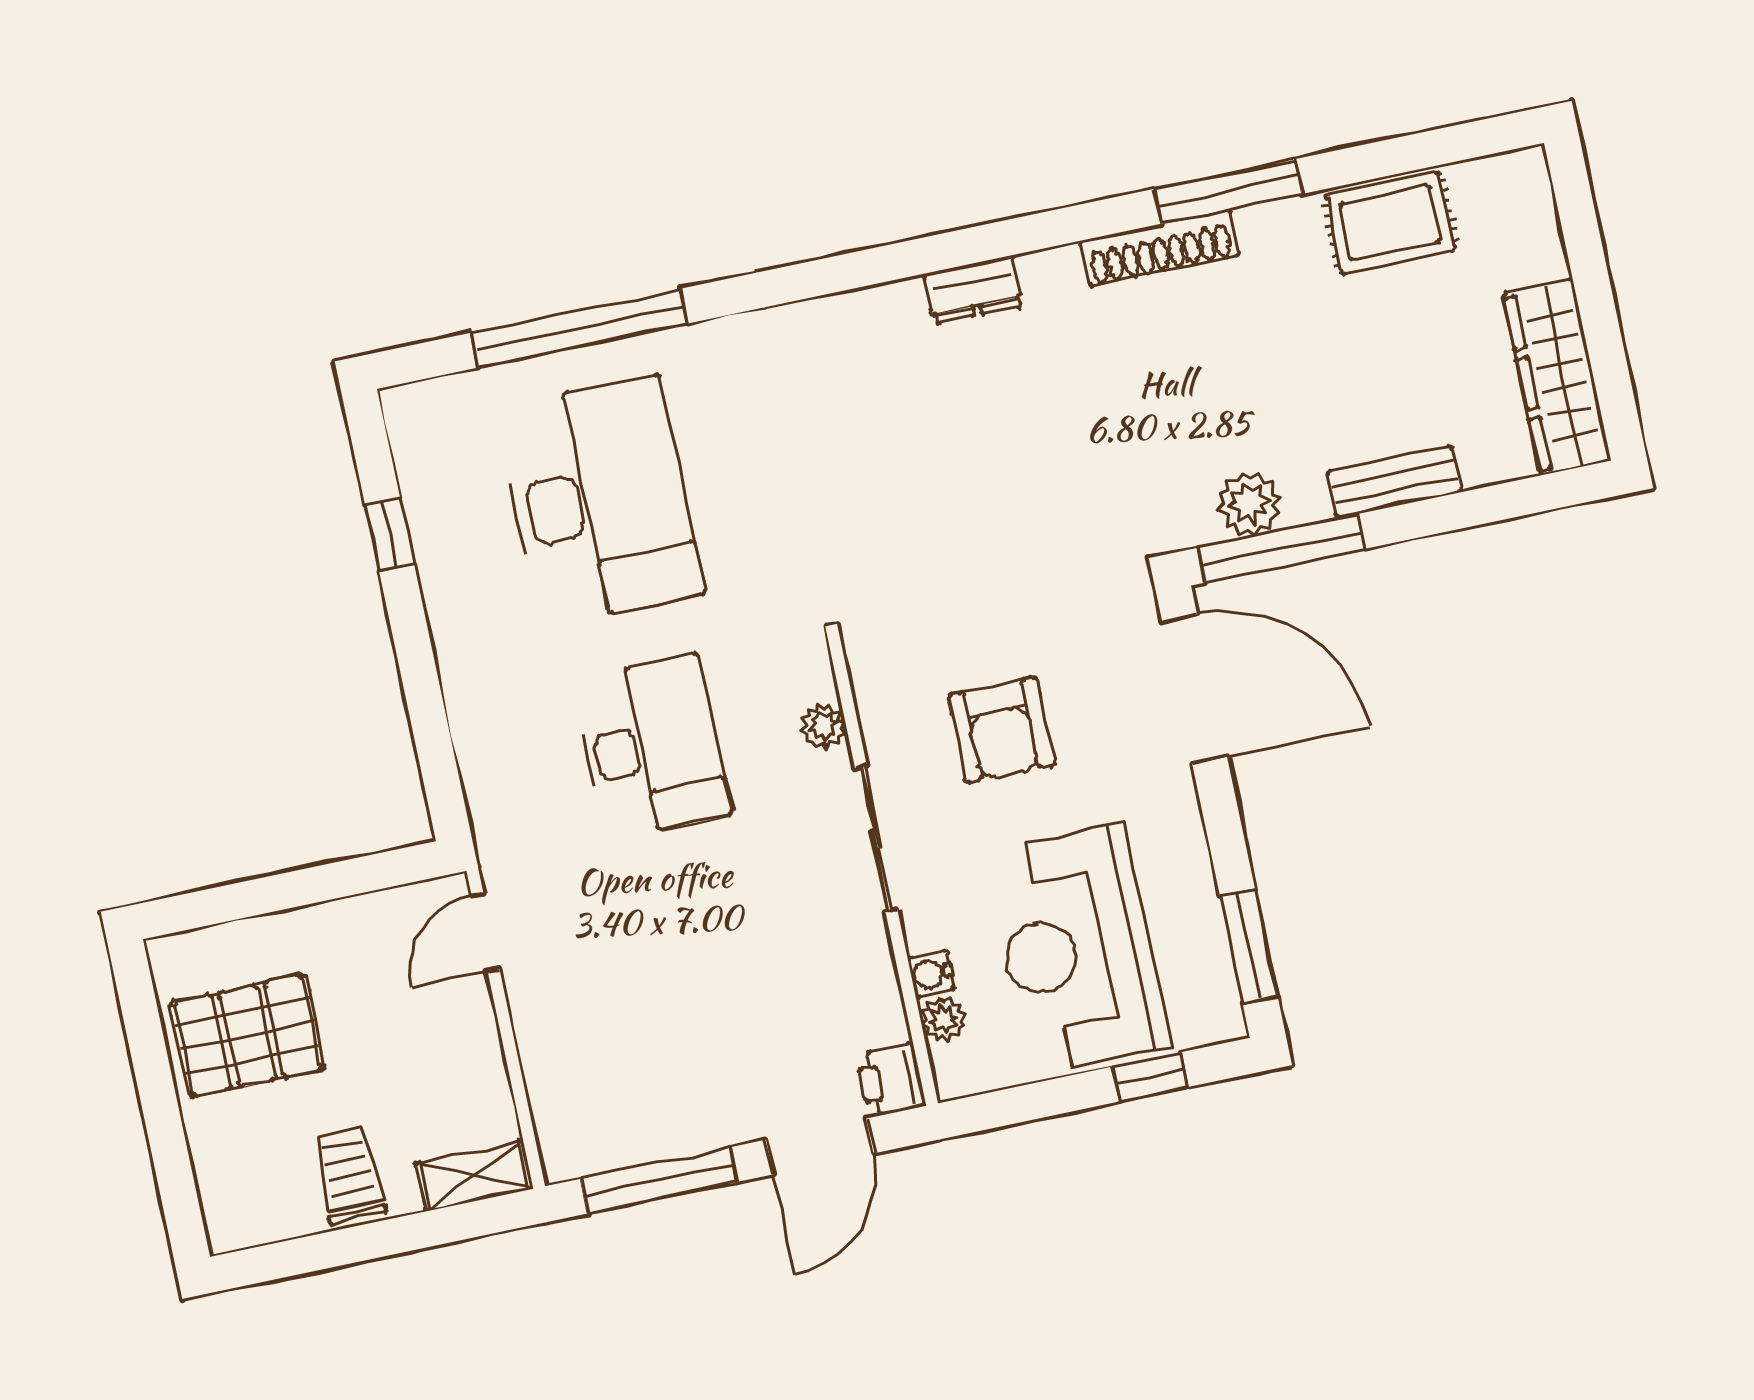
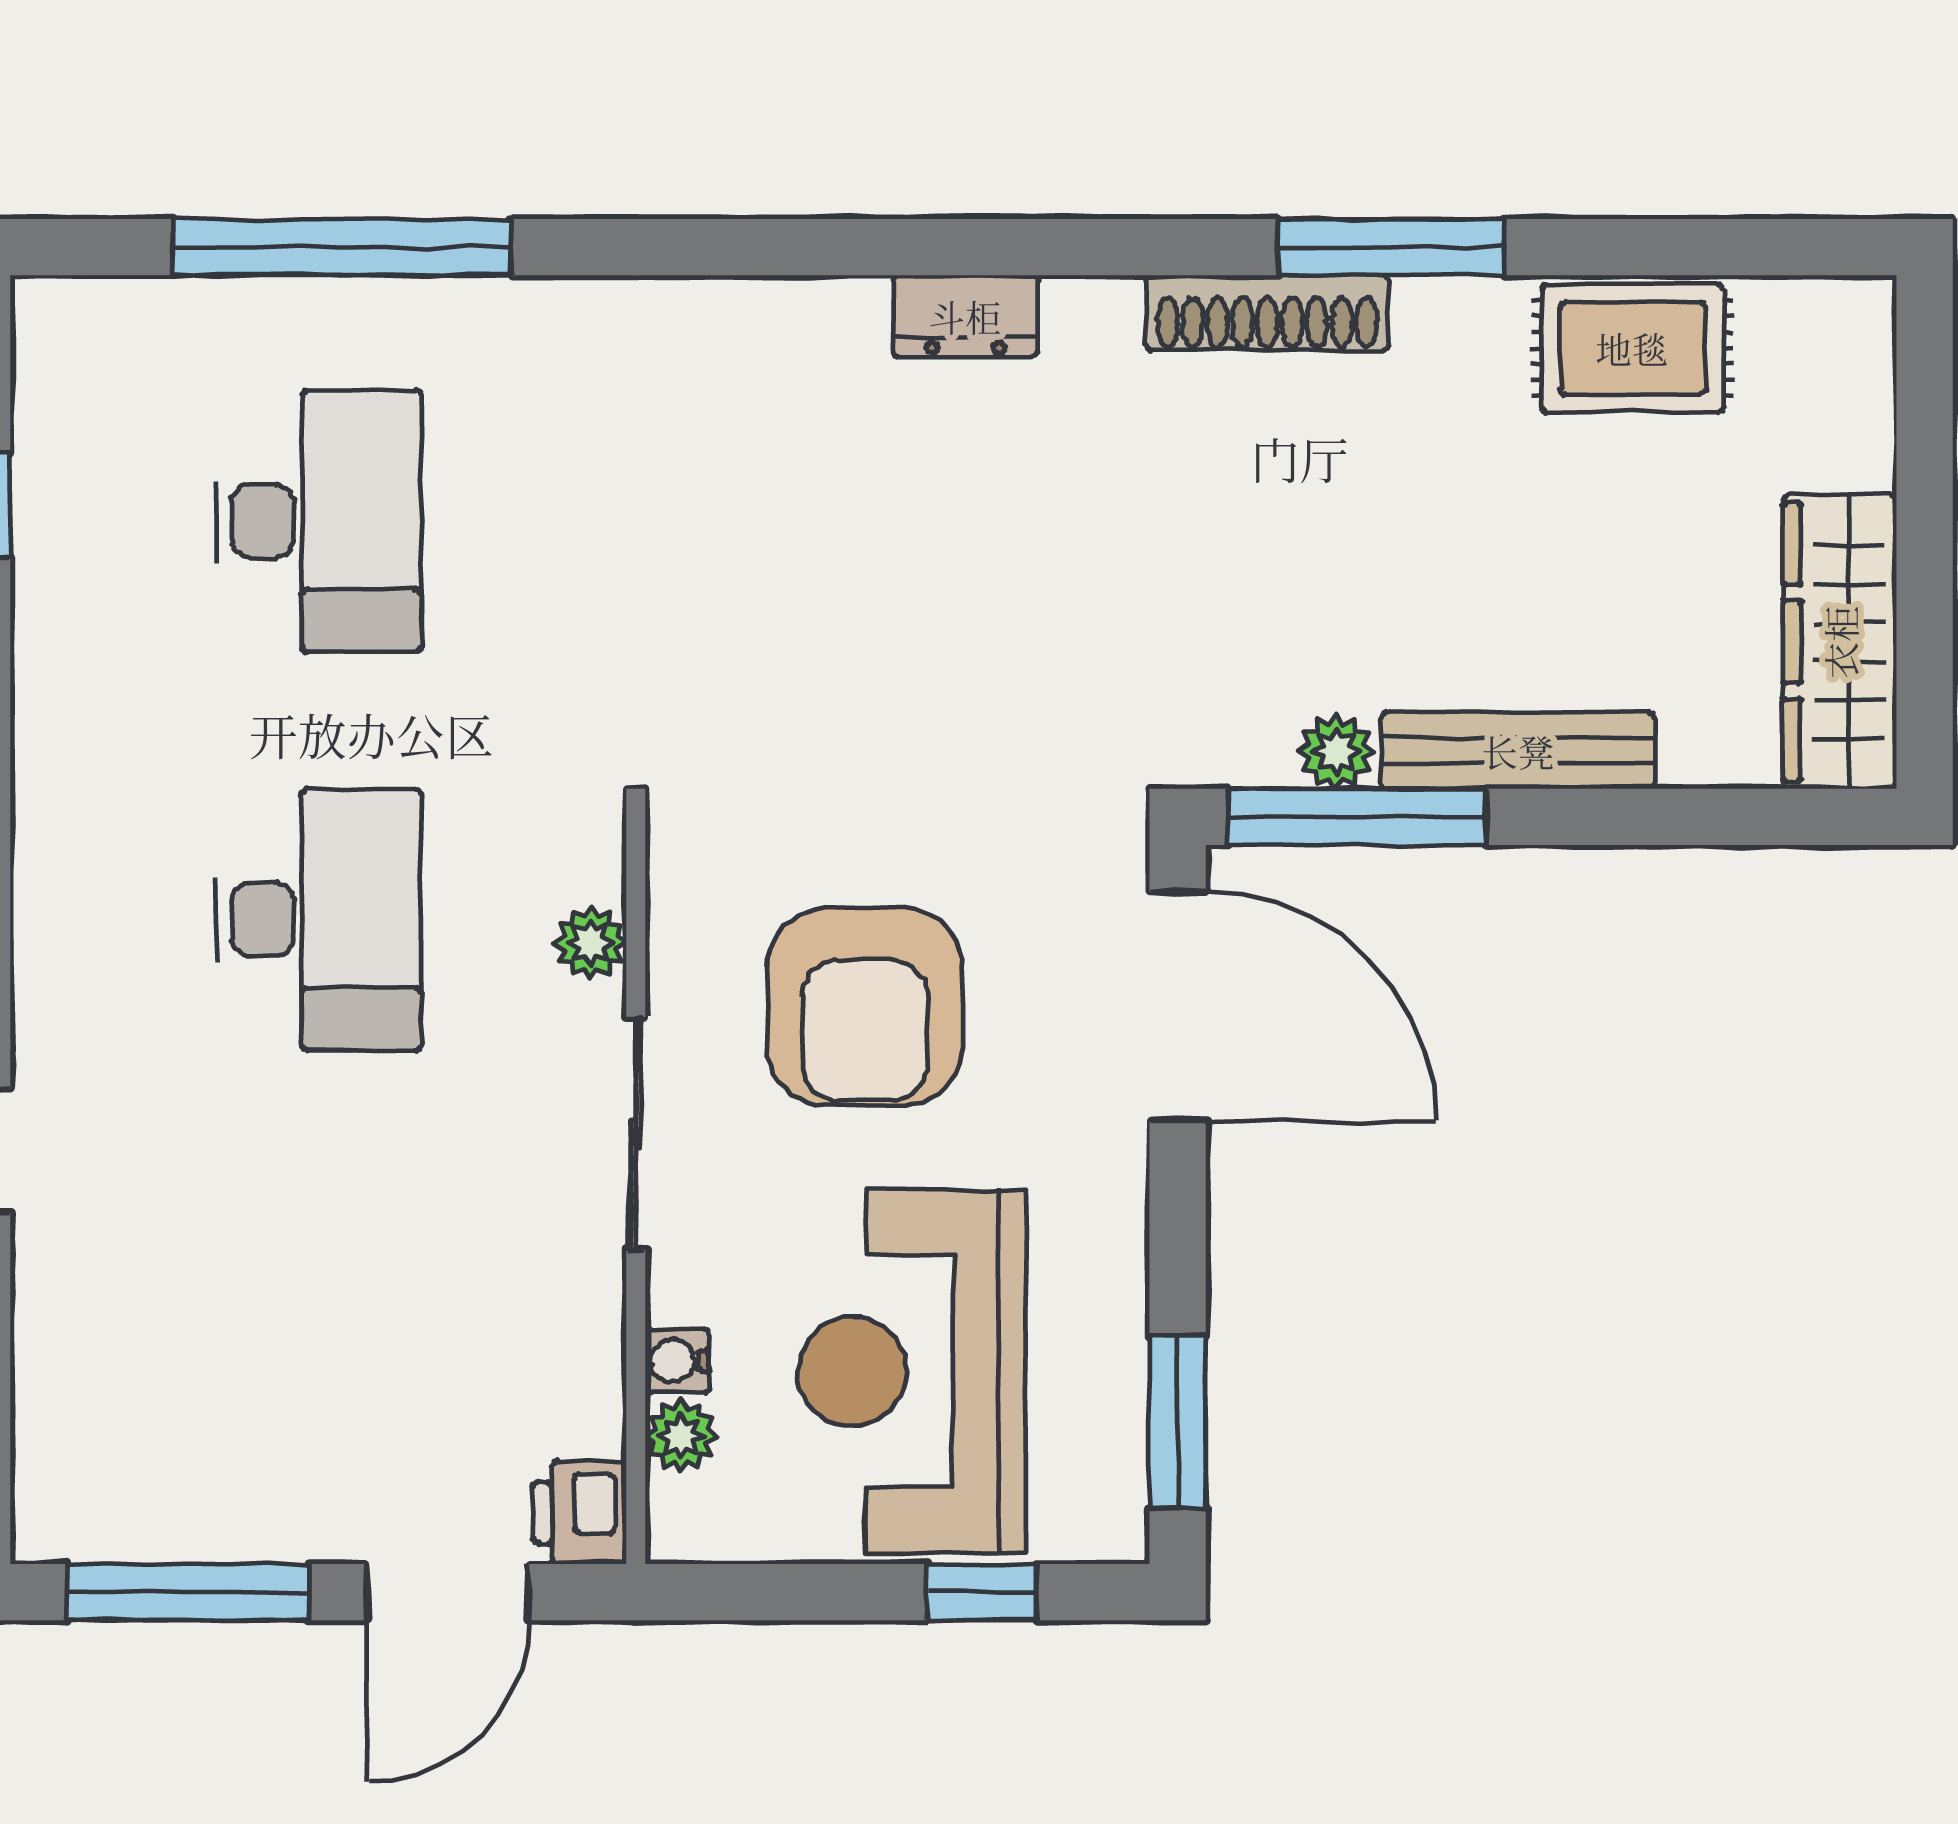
bench: (1394, 482) -> (1518, 751), width x1.36
desk: (600, 501) -> (318, 521), width x0.73, depth x0.77
plant: (1249, 504) -> (1336, 751), width x0.73, depth x0.73
armchair: (1001, 730) -> (865, 1007), width x1.36, depth x1.36

